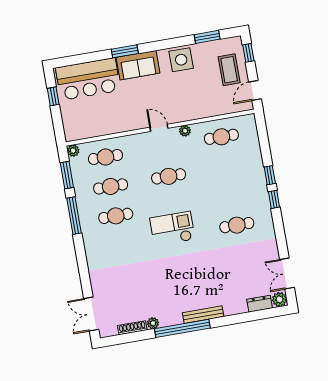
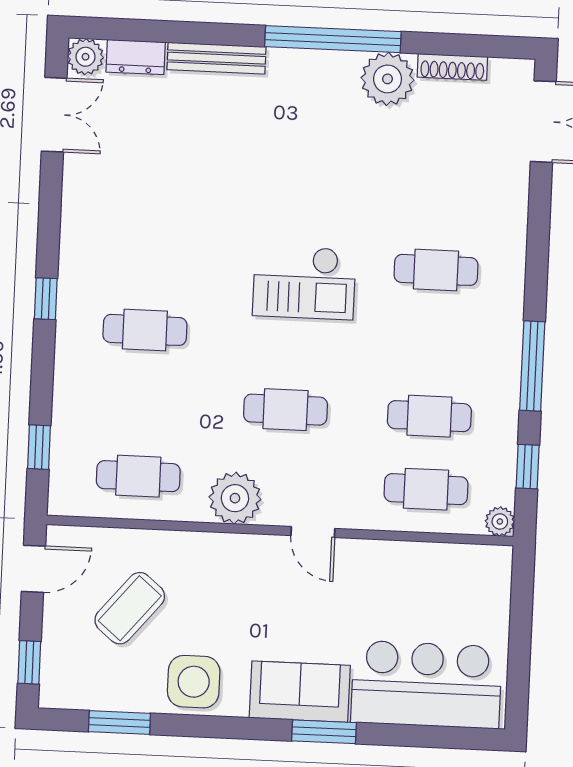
coffee table: (229, 70) -> (130, 608), moved, turned 40
window: (53, 96) -> (519, 662), removed
door: (159, 128) -> (313, 532), moved
plant: (185, 131) -> (235, 498), width x1.88, depth x1.88
window: (67, 175) -> (528, 467), width x0.67
window: (270, 175) -> (39, 447), moved
cafe table: (116, 216) -> (436, 270), moved
cafe table: (237, 225) -> (145, 330), moved
bench: (203, 315) -> (216, 58), moved
plant: (153, 323) -> (387, 79), width x1.88, depth x1.88

